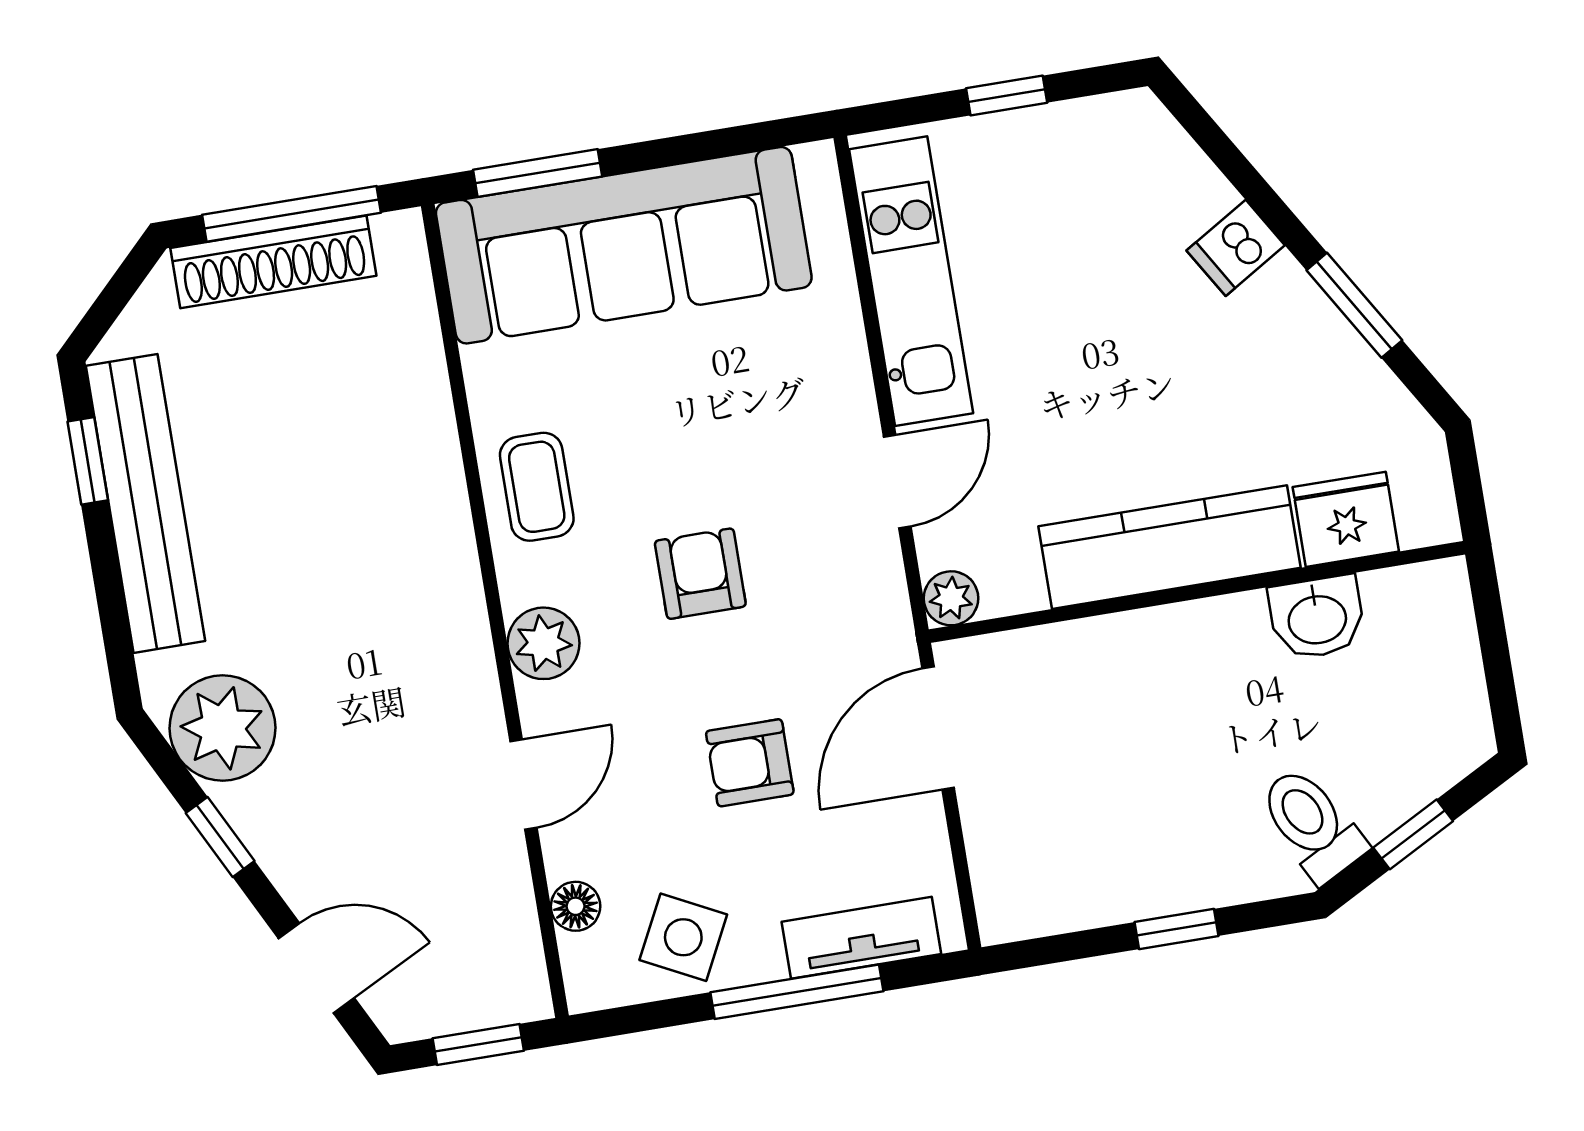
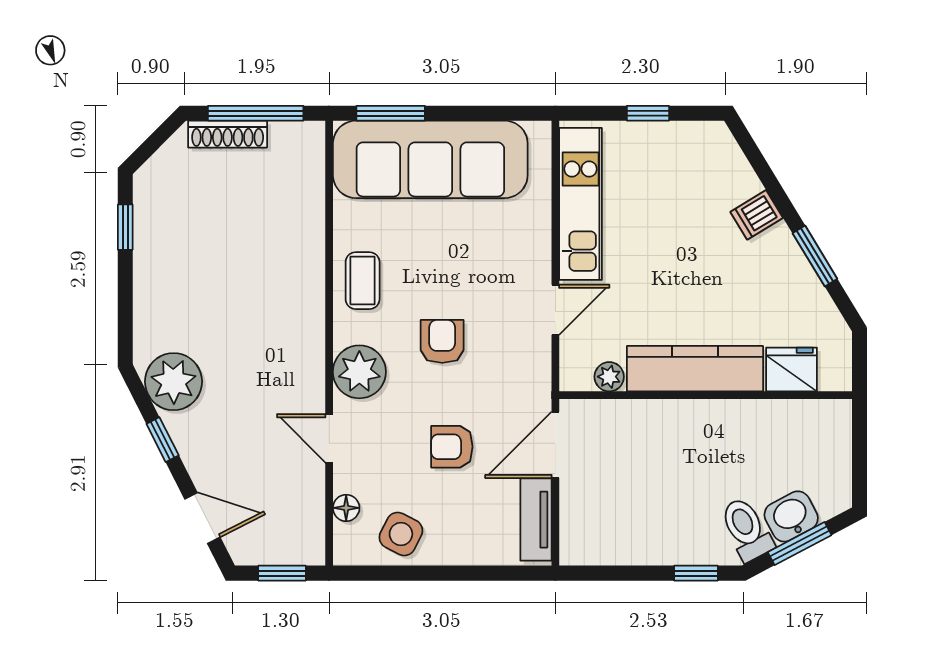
shoe rack: (273, 262) -> (228, 134), width x0.74, depth x0.81
bench: (145, 503) -> (152, 255), removed
plant: (951, 598) -> (609, 377), moved
washbasin: (1317, 618) -> (791, 516), moved, turned 152
plant: (543, 643) -> (359, 372), width x1.36, depth x1.36
door: (524, 784) -> (329, 438), swing flipped
window: (1413, 834) -> (800, 544), width x1.50
window: (1177, 929) -> (696, 573), moved
tv unit: (861, 938) -> (536, 520), moved, turned -90
window: (797, 992) -> (457, 573), removed

